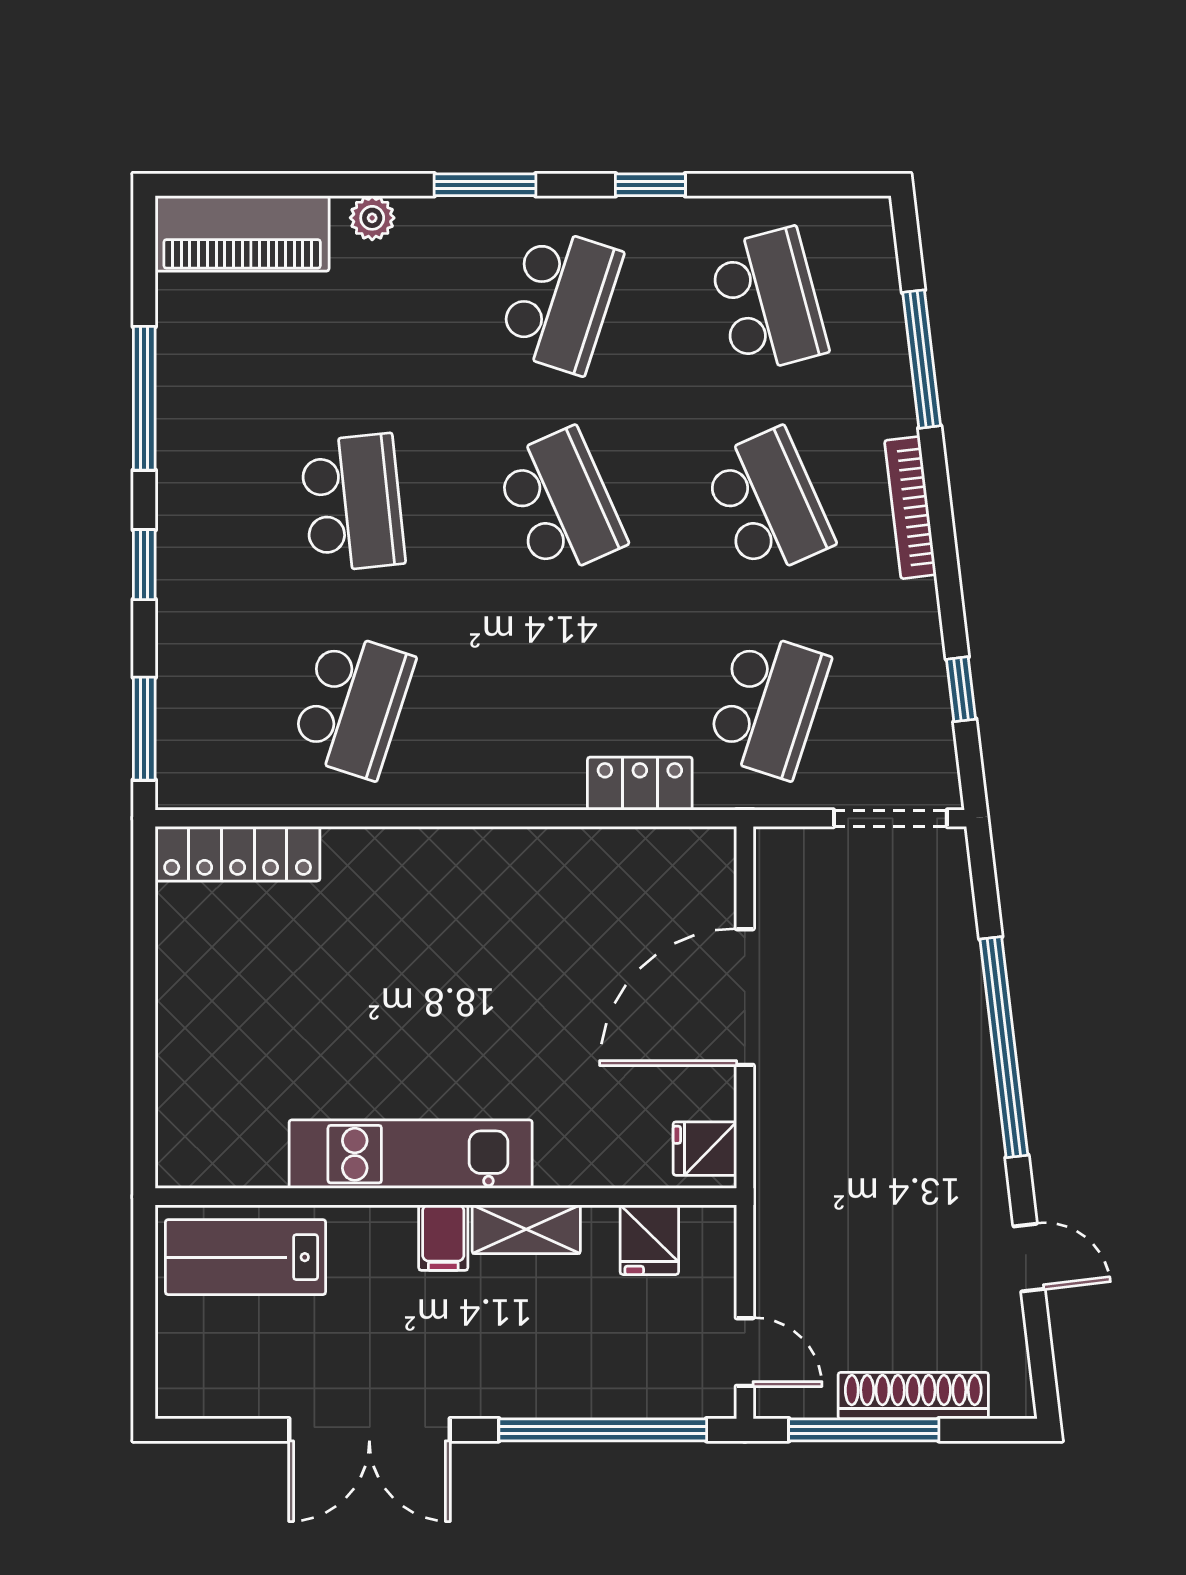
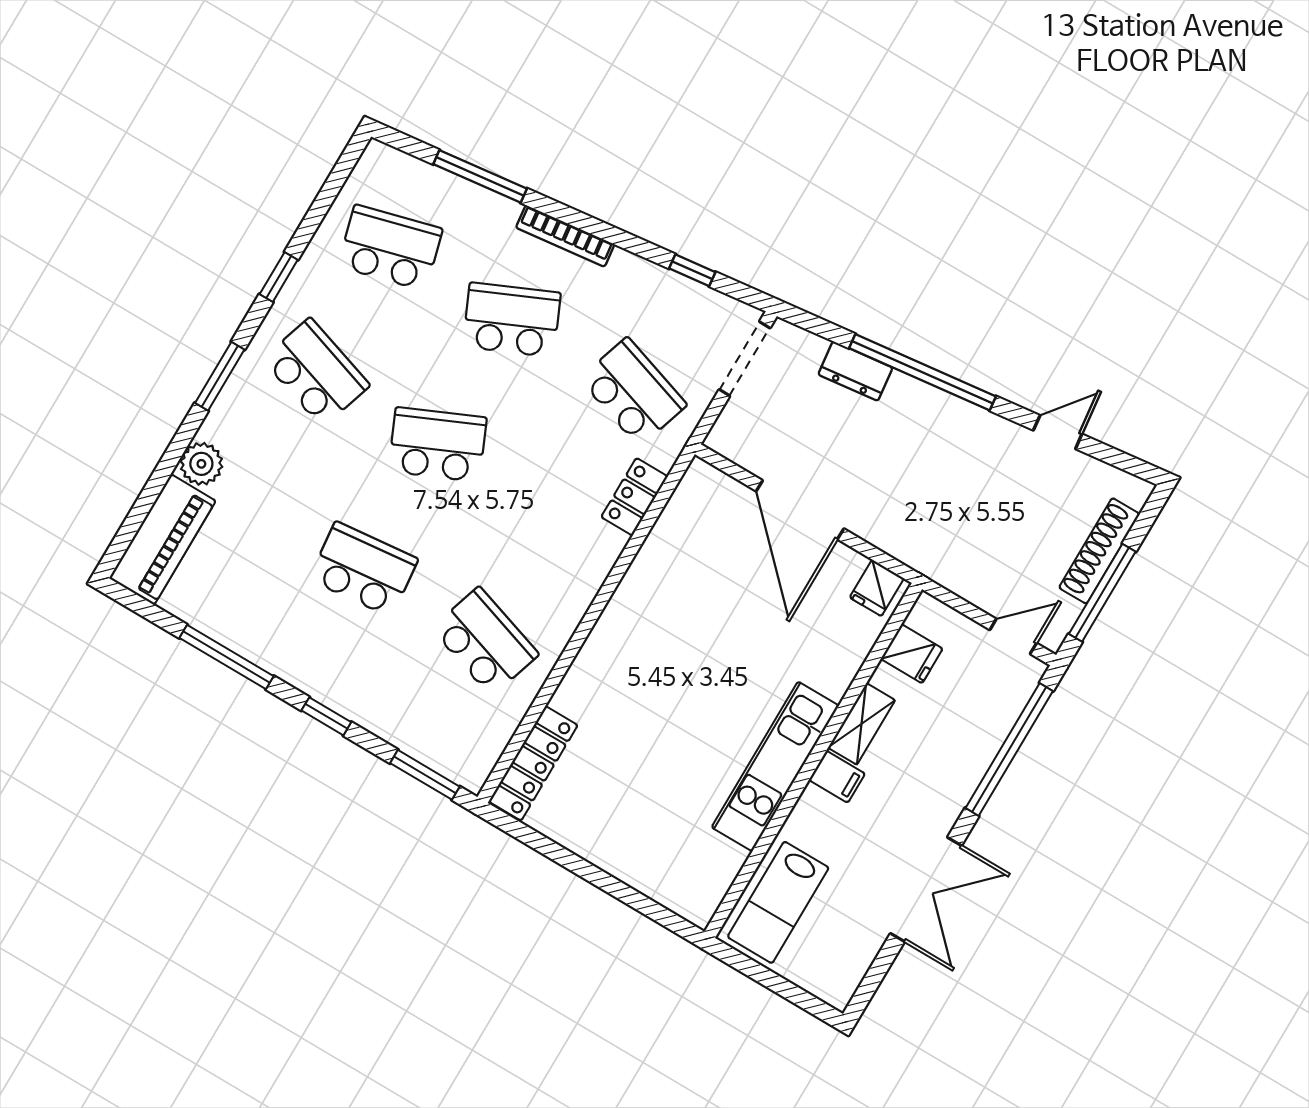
plant: (372, 218) -> (201, 464), width x1.38, depth x1.38
dresser: (956, 964) -> (855, 371), added

